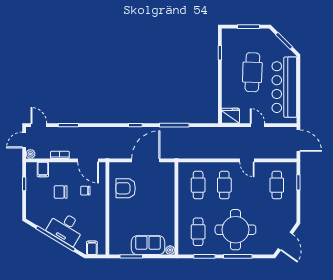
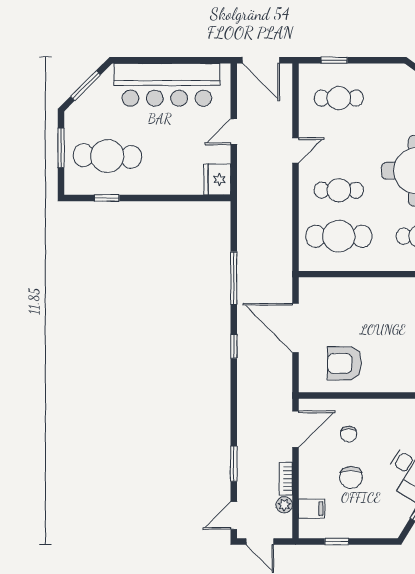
cafe table: (252, 72) -> (107, 156), moved
door: (298, 141) -> (261, 60), swing flipped
plant: (30, 154) -> (284, 505), moved
cafe table: (198, 185) -> (339, 236), width x1.37, depth x1.35
armchair: (126, 188) -> (344, 363), turned 90

